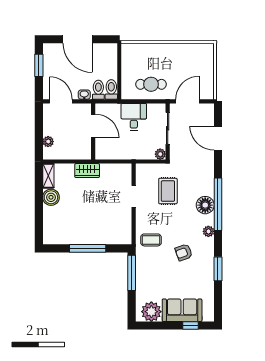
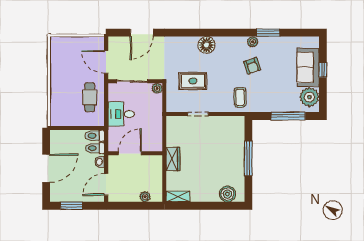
boiler: (51, 197) -> (227, 194), moved
window: (218, 204) -> (206, 33), removed
plant: (208, 231) -> (253, 42), moved
window: (132, 273) -> (288, 116), moved
window: (190, 326) -> (323, 70), moved

